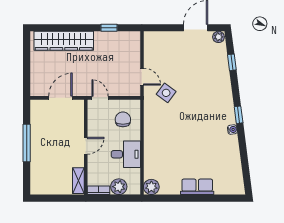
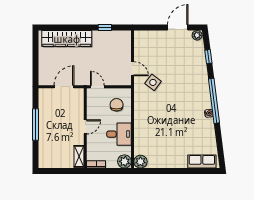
window: (239, 115) -> (214, 101), width x3.17
plant: (119, 187) -> (124, 161), moved
row of seats: (197, 187) -> (202, 162), moved

